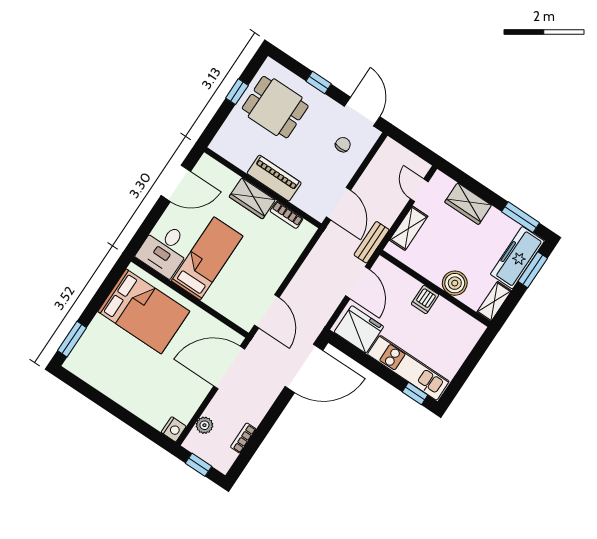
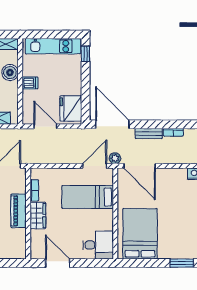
bench: (372, 242) -> (149, 133), moved
bed: (207, 259) -> (88, 197), moved
door: (358, 283) -> (45, 126), hinge flipped
kitchen unit: (408, 368) -> (53, 46), moved, turned -90
plant: (204, 425) -> (115, 158), moved

